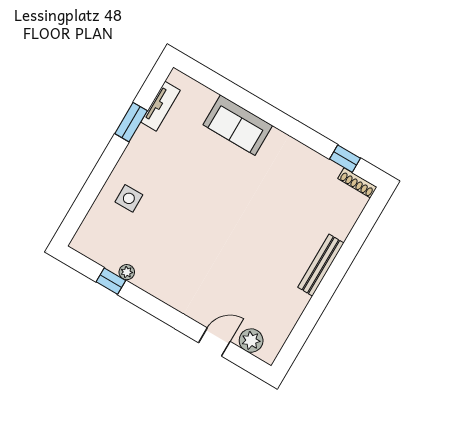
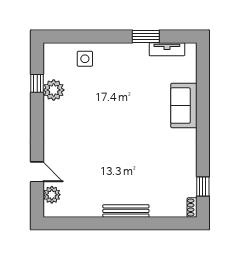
shoe rack: (357, 183) -> (192, 208), width x0.70
side table: (129, 198) -> (85, 59), moved
plant: (127, 272) -> (54, 90), width x1.88, depth x1.88

